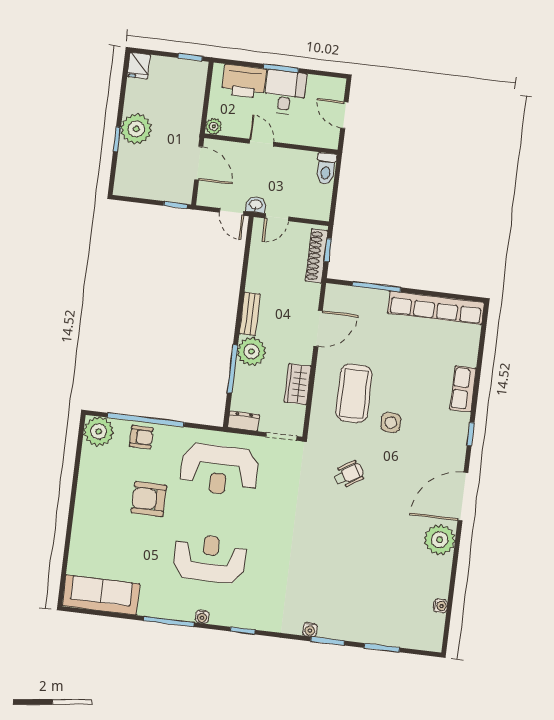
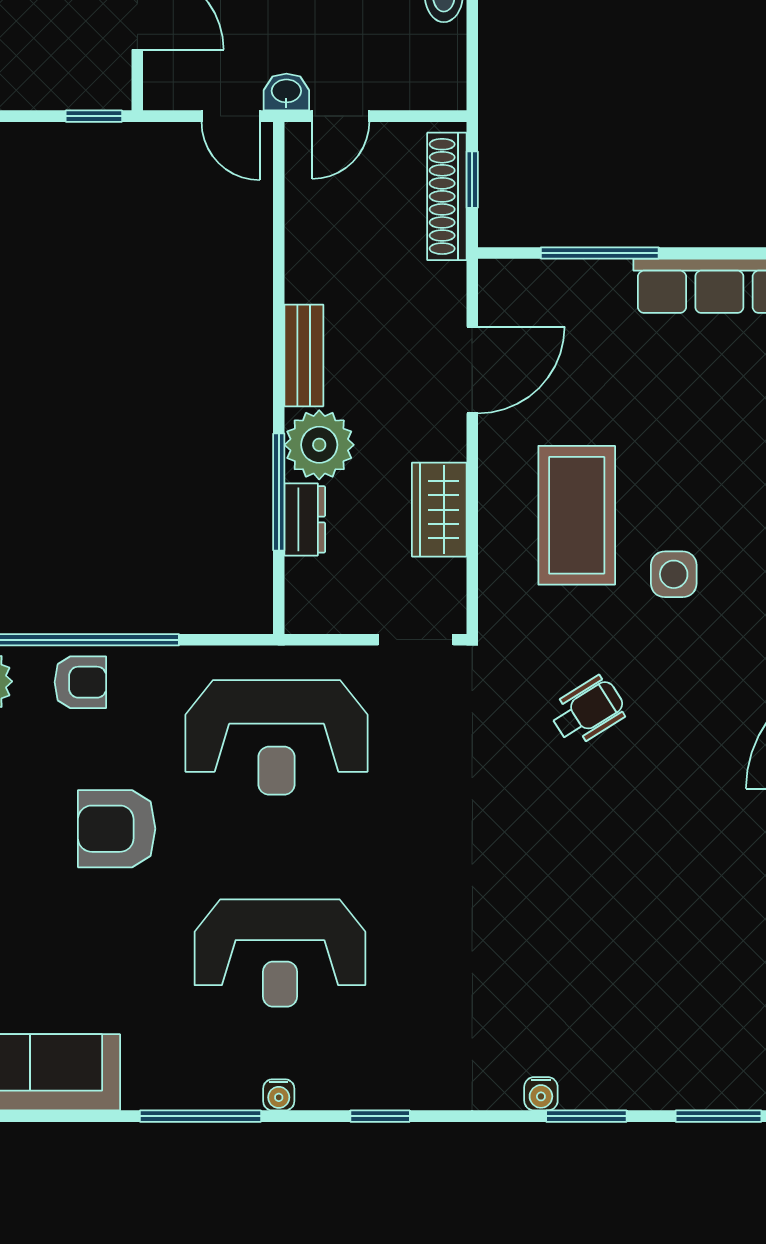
dresser: (244, 421) -> (305, 519), moved, turned 90
reception desk: (210, 558) -> (280, 953), turned 180

